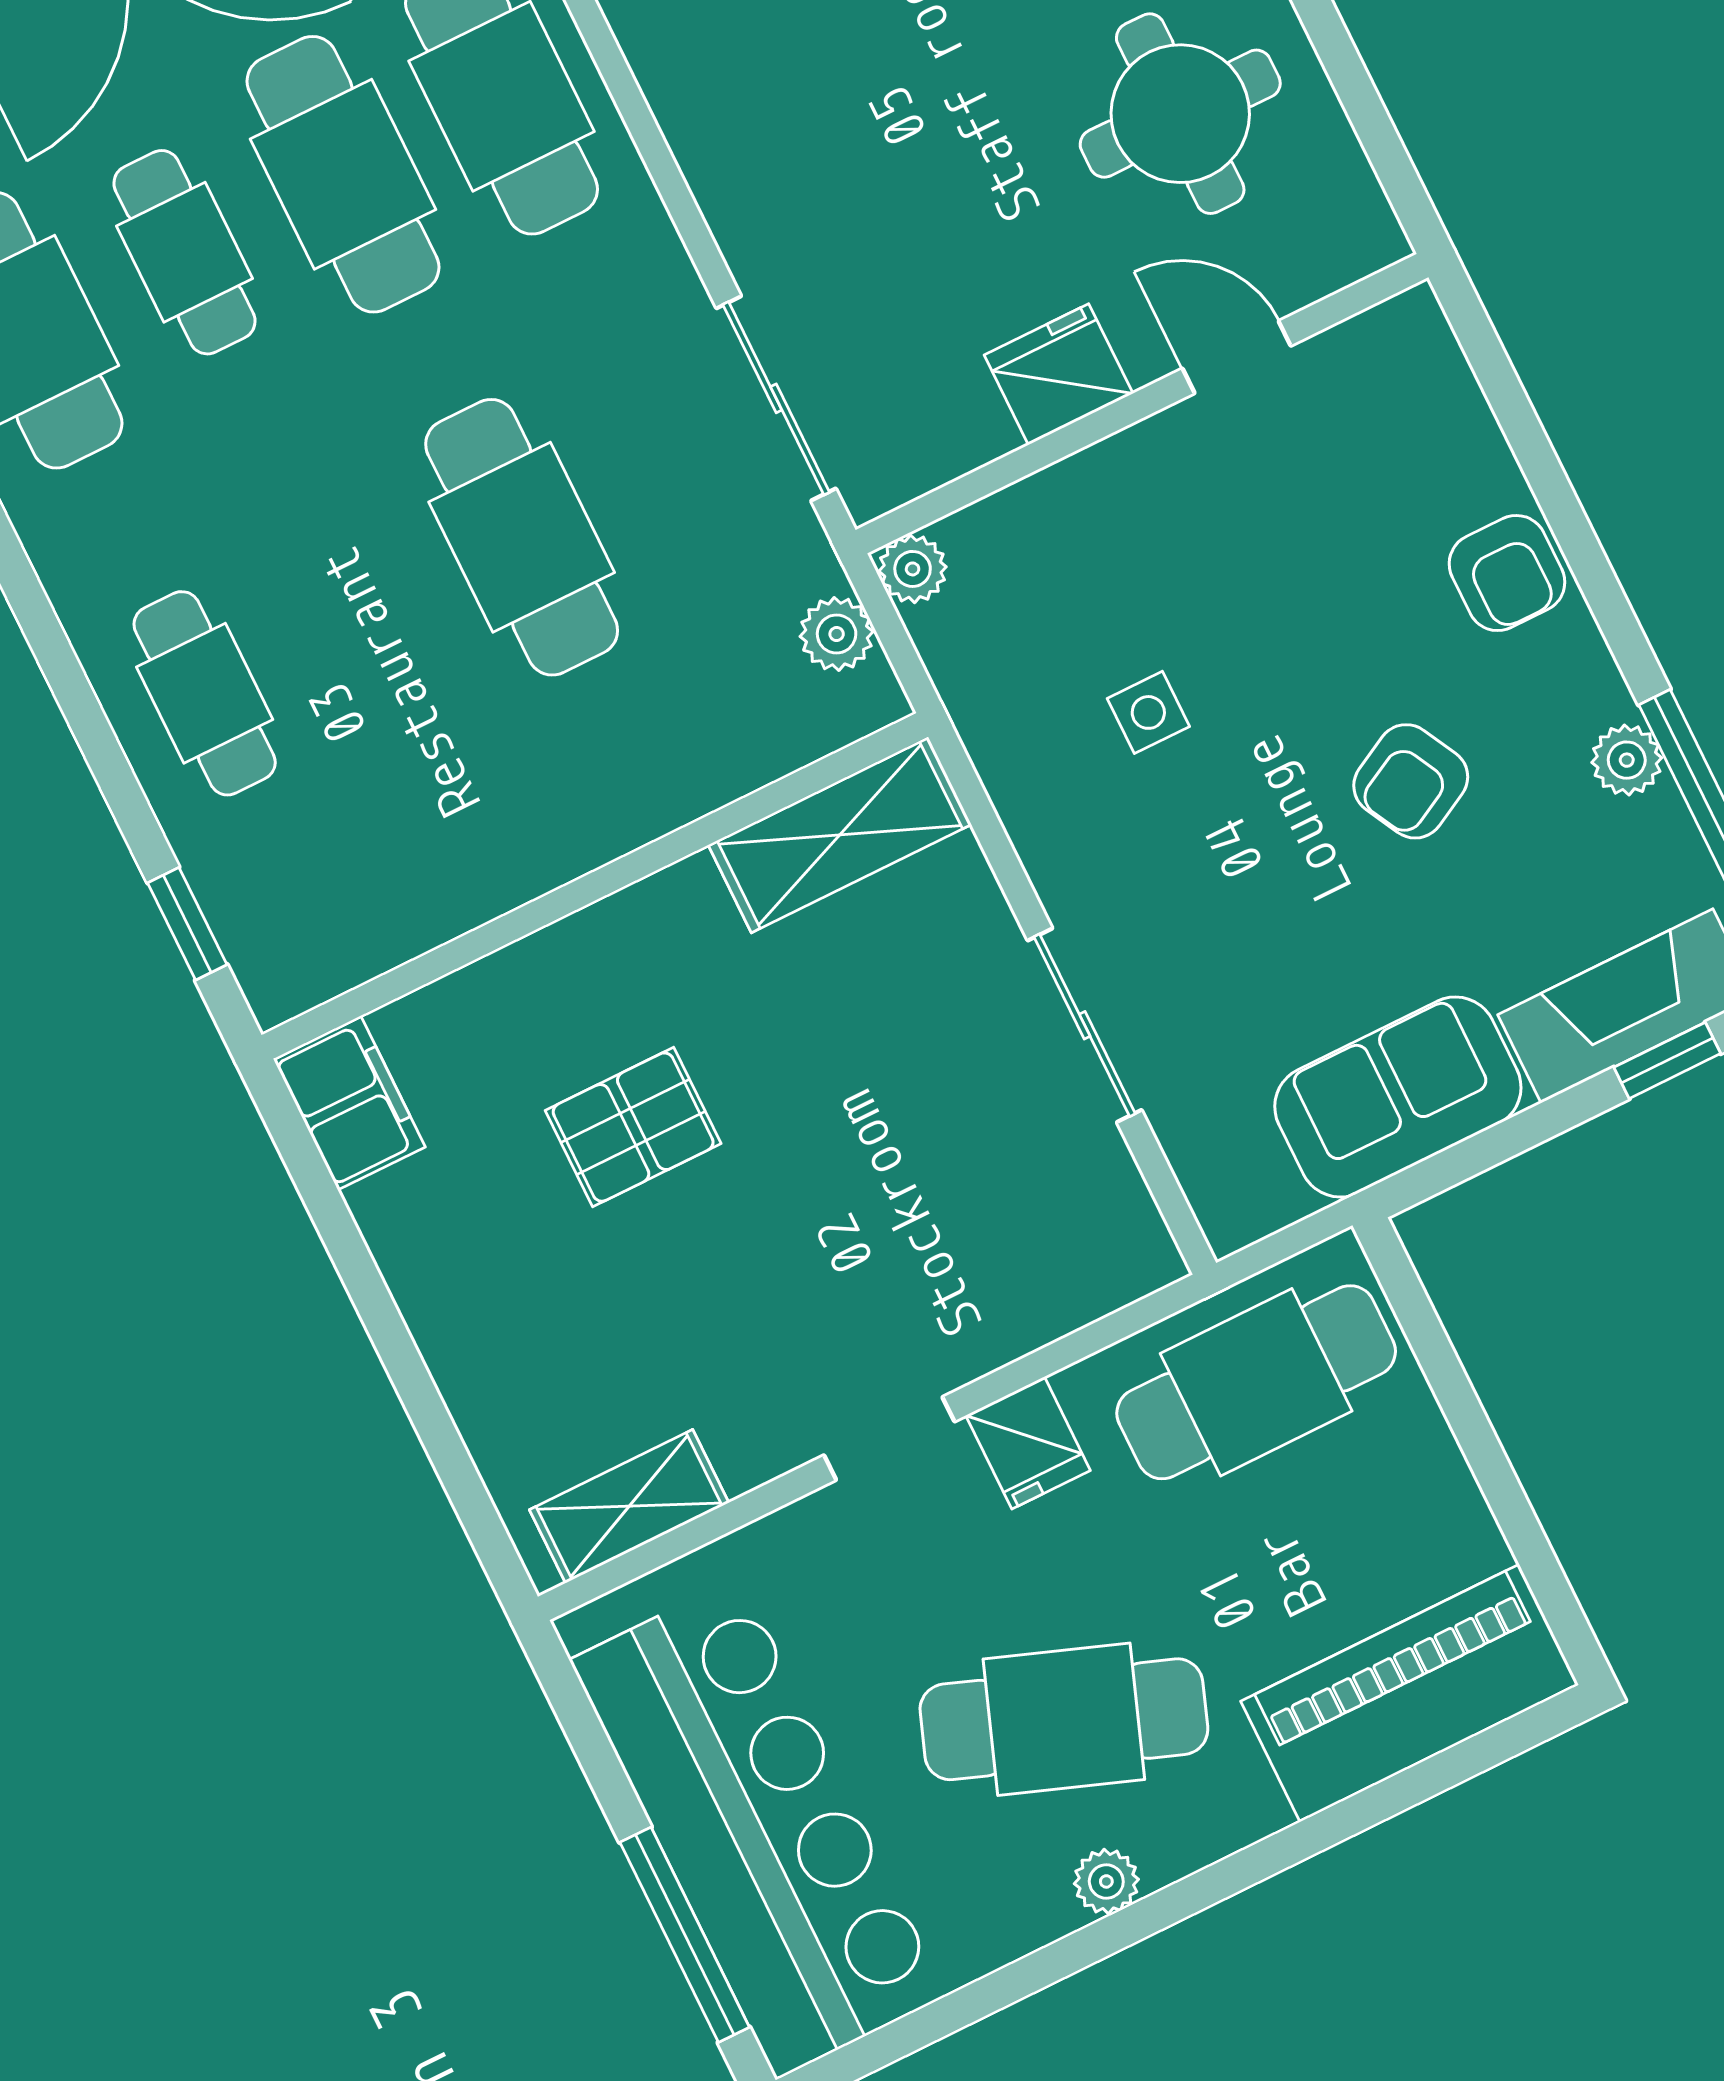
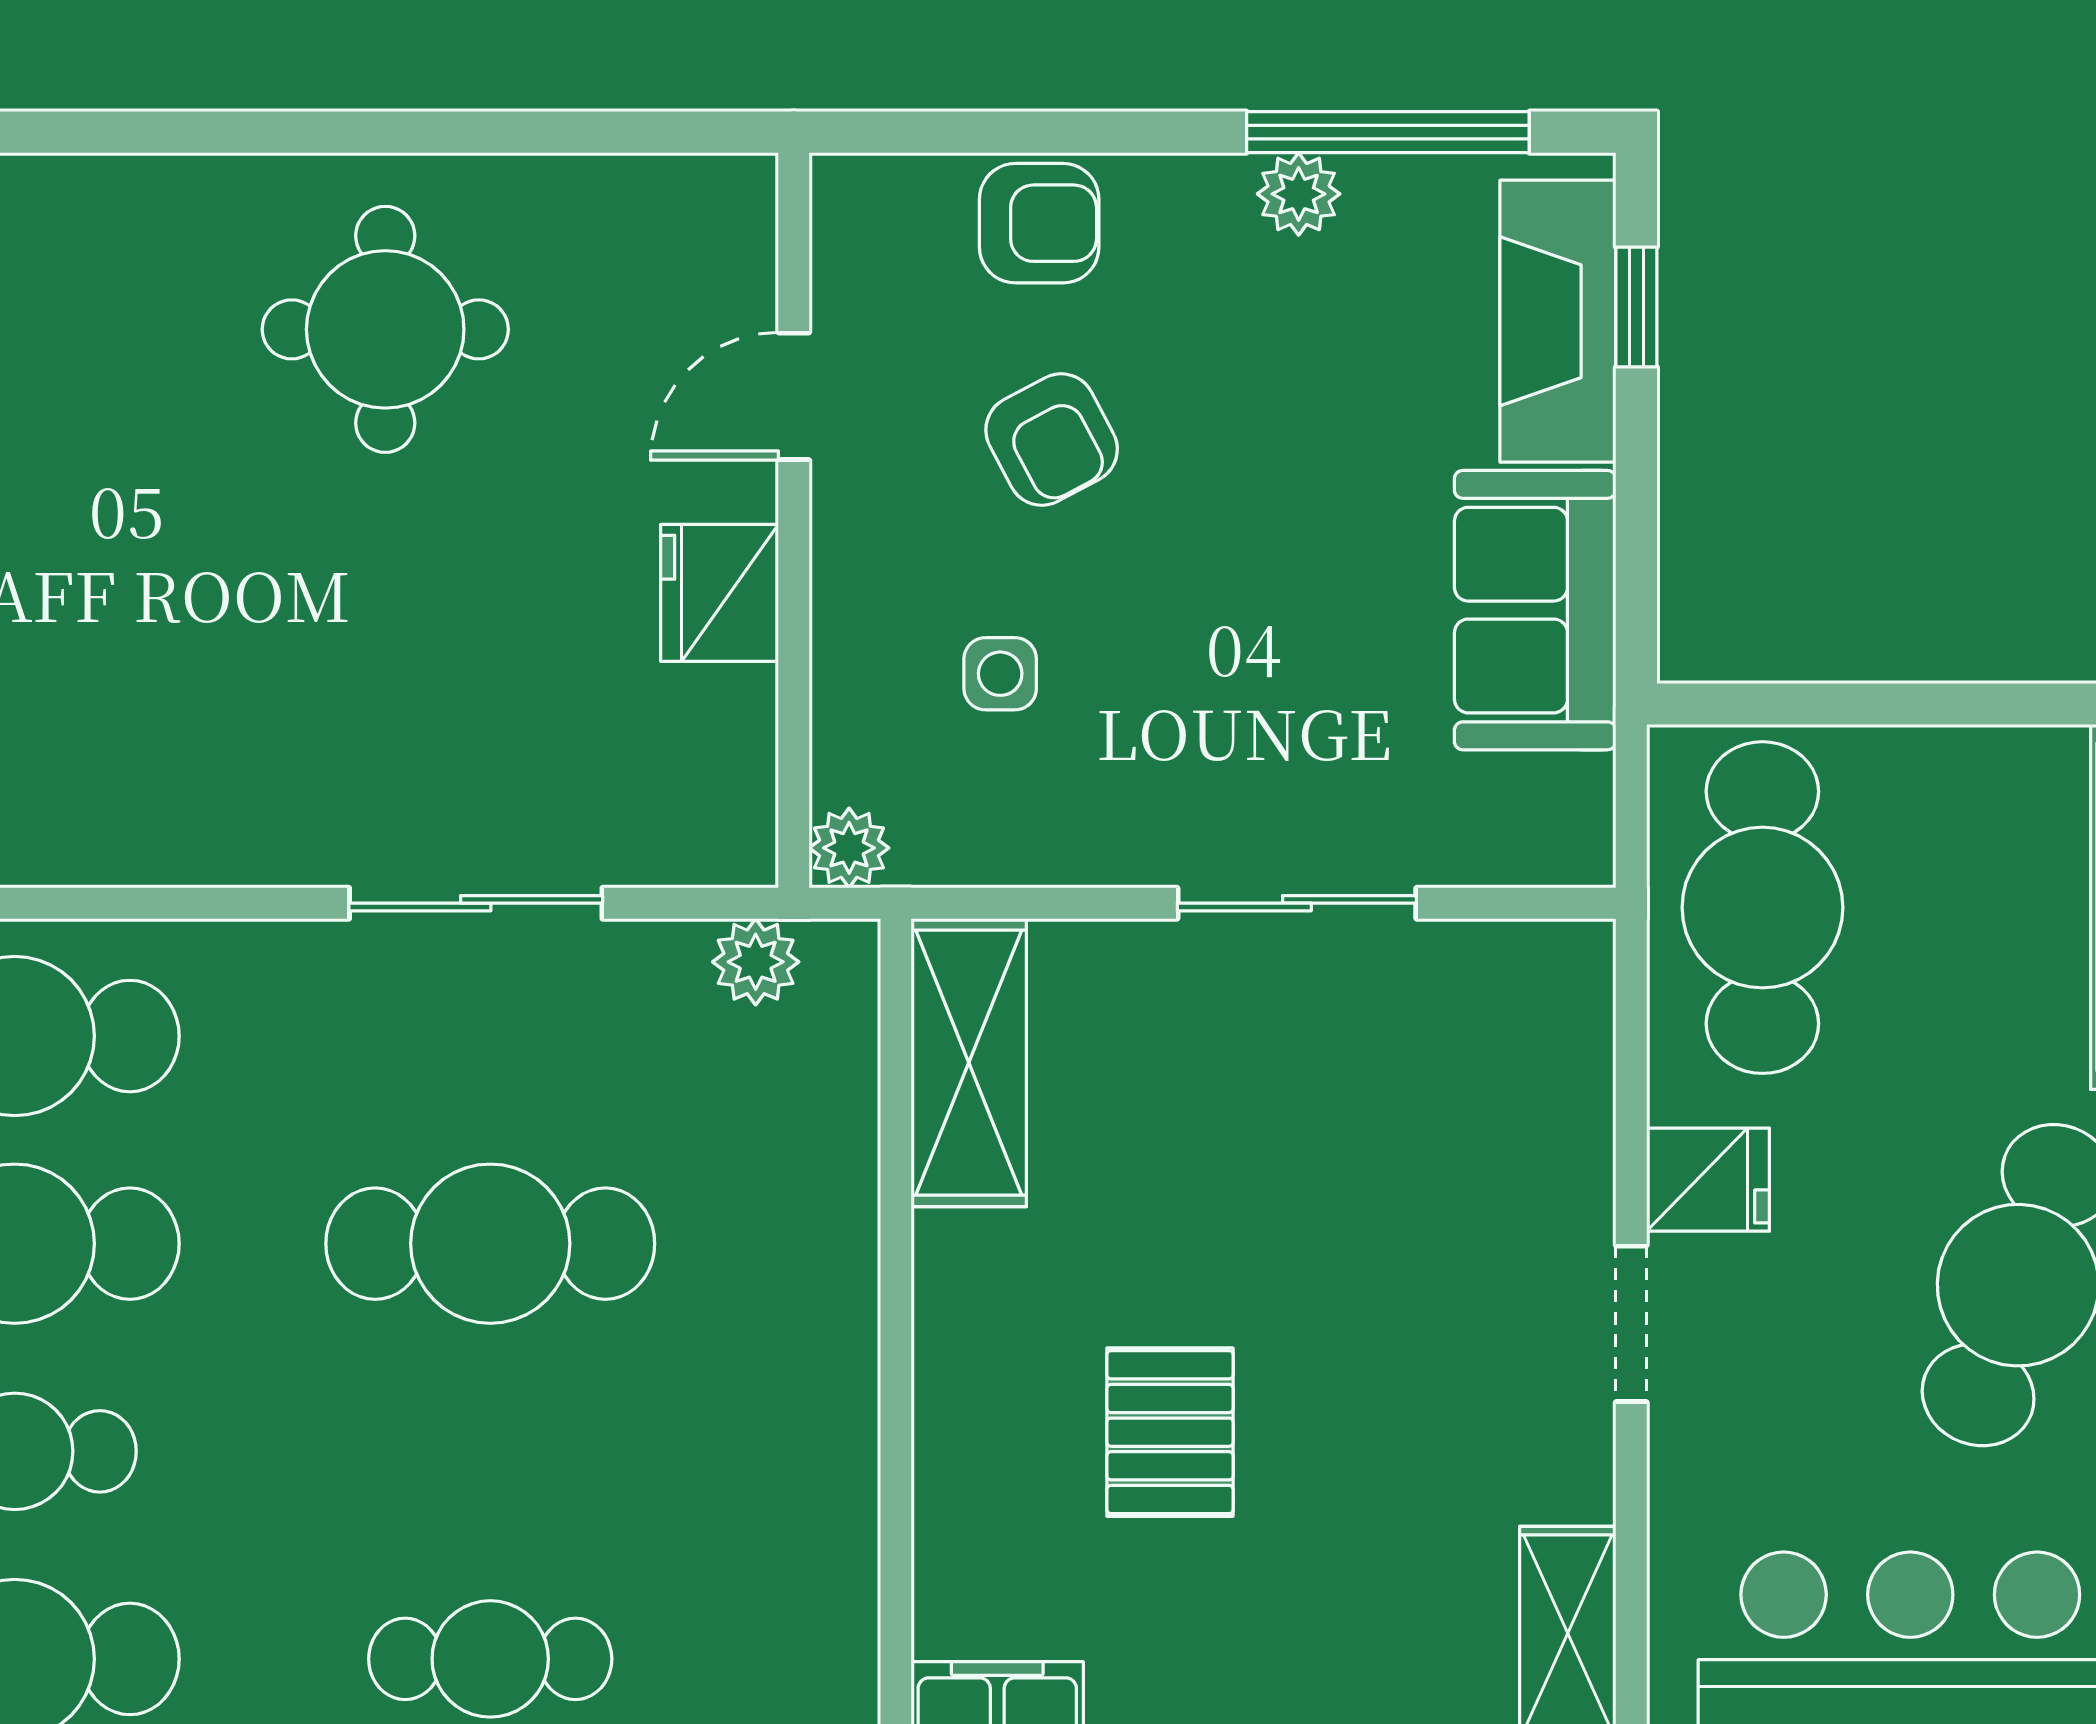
door: (1237, 357) -> (794, 396), moved
fridge: (1059, 374) -> (719, 593), moved
wall: (1142, 404) -> (794, 520), moved
plant: (913, 569) -> (849, 848), moved
armchair: (1411, 781) -> (1052, 440), moved

